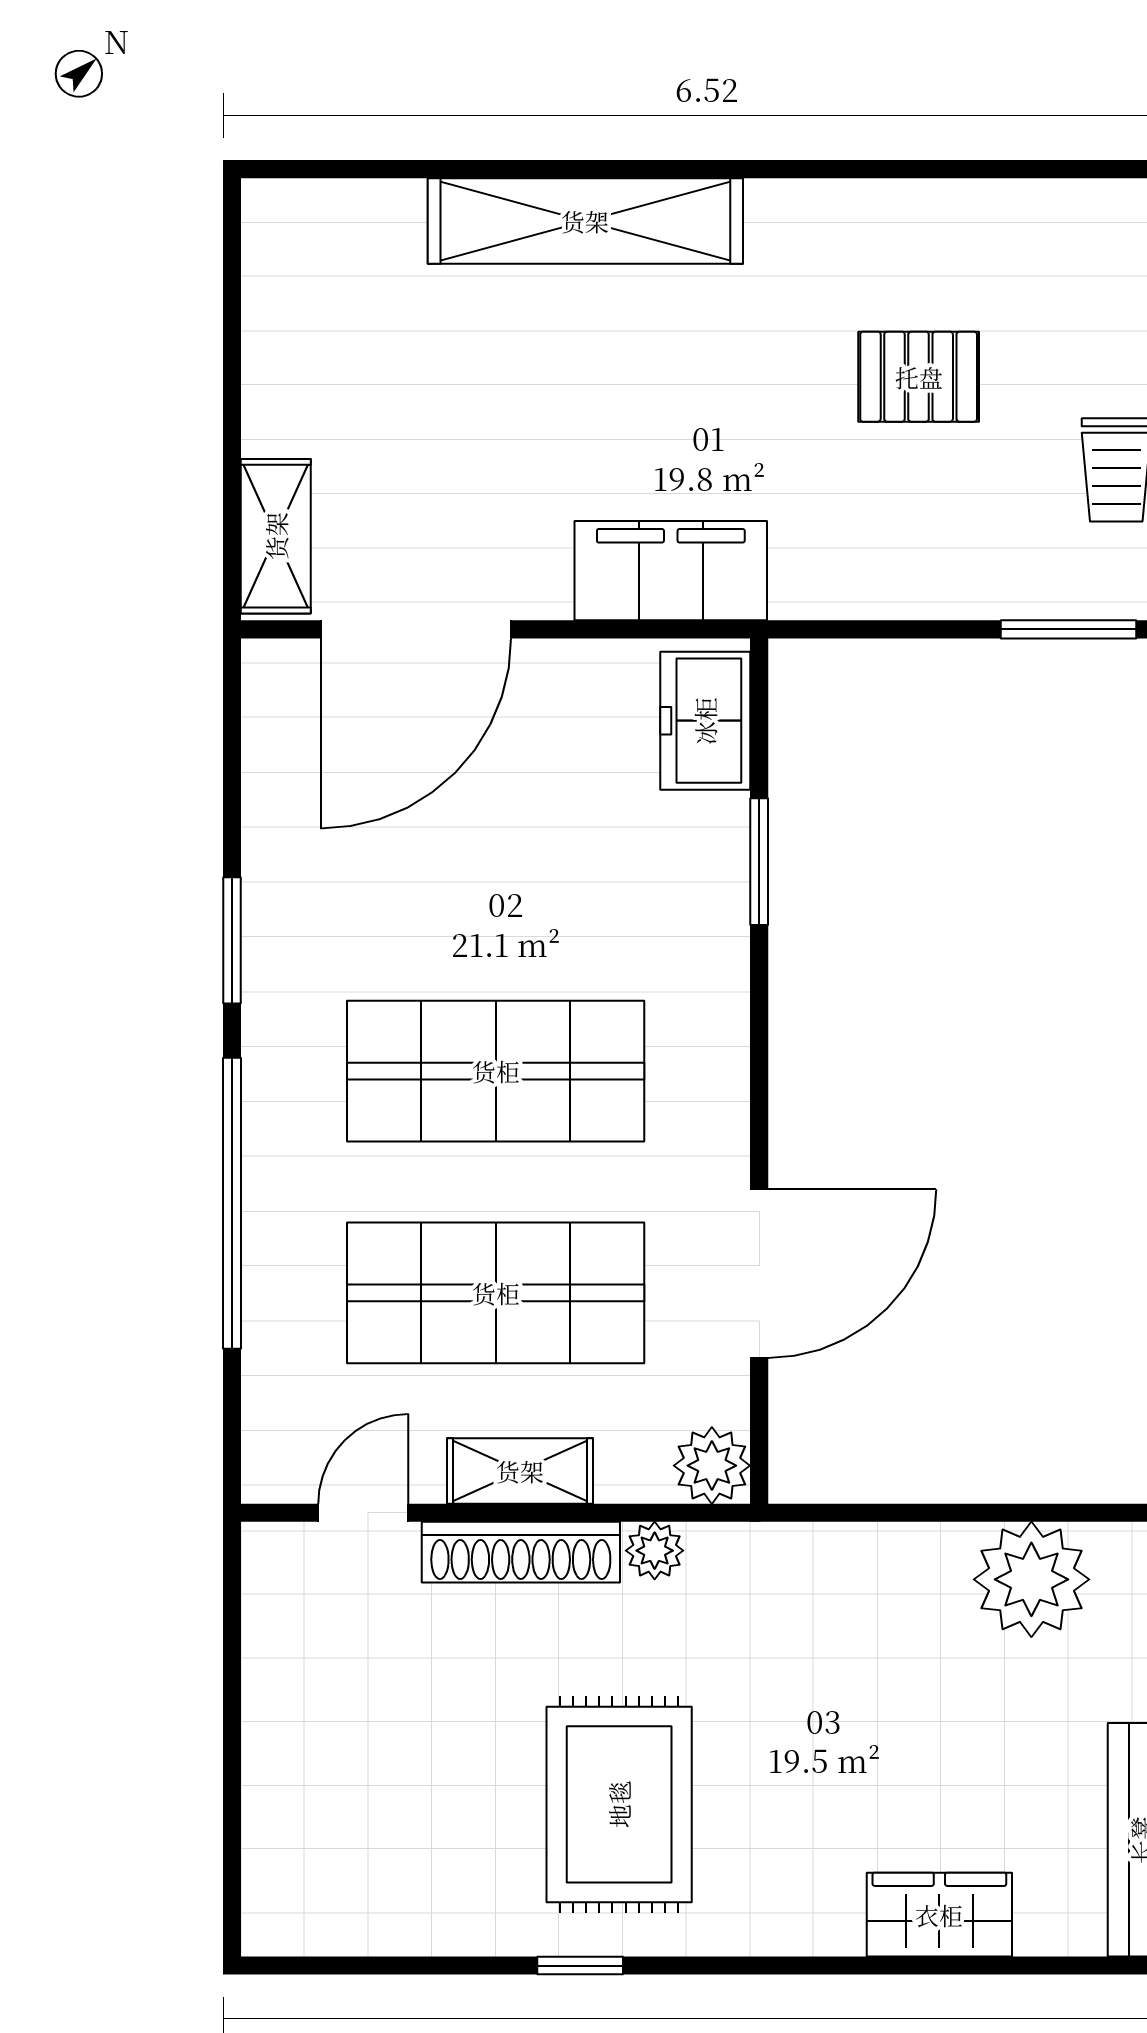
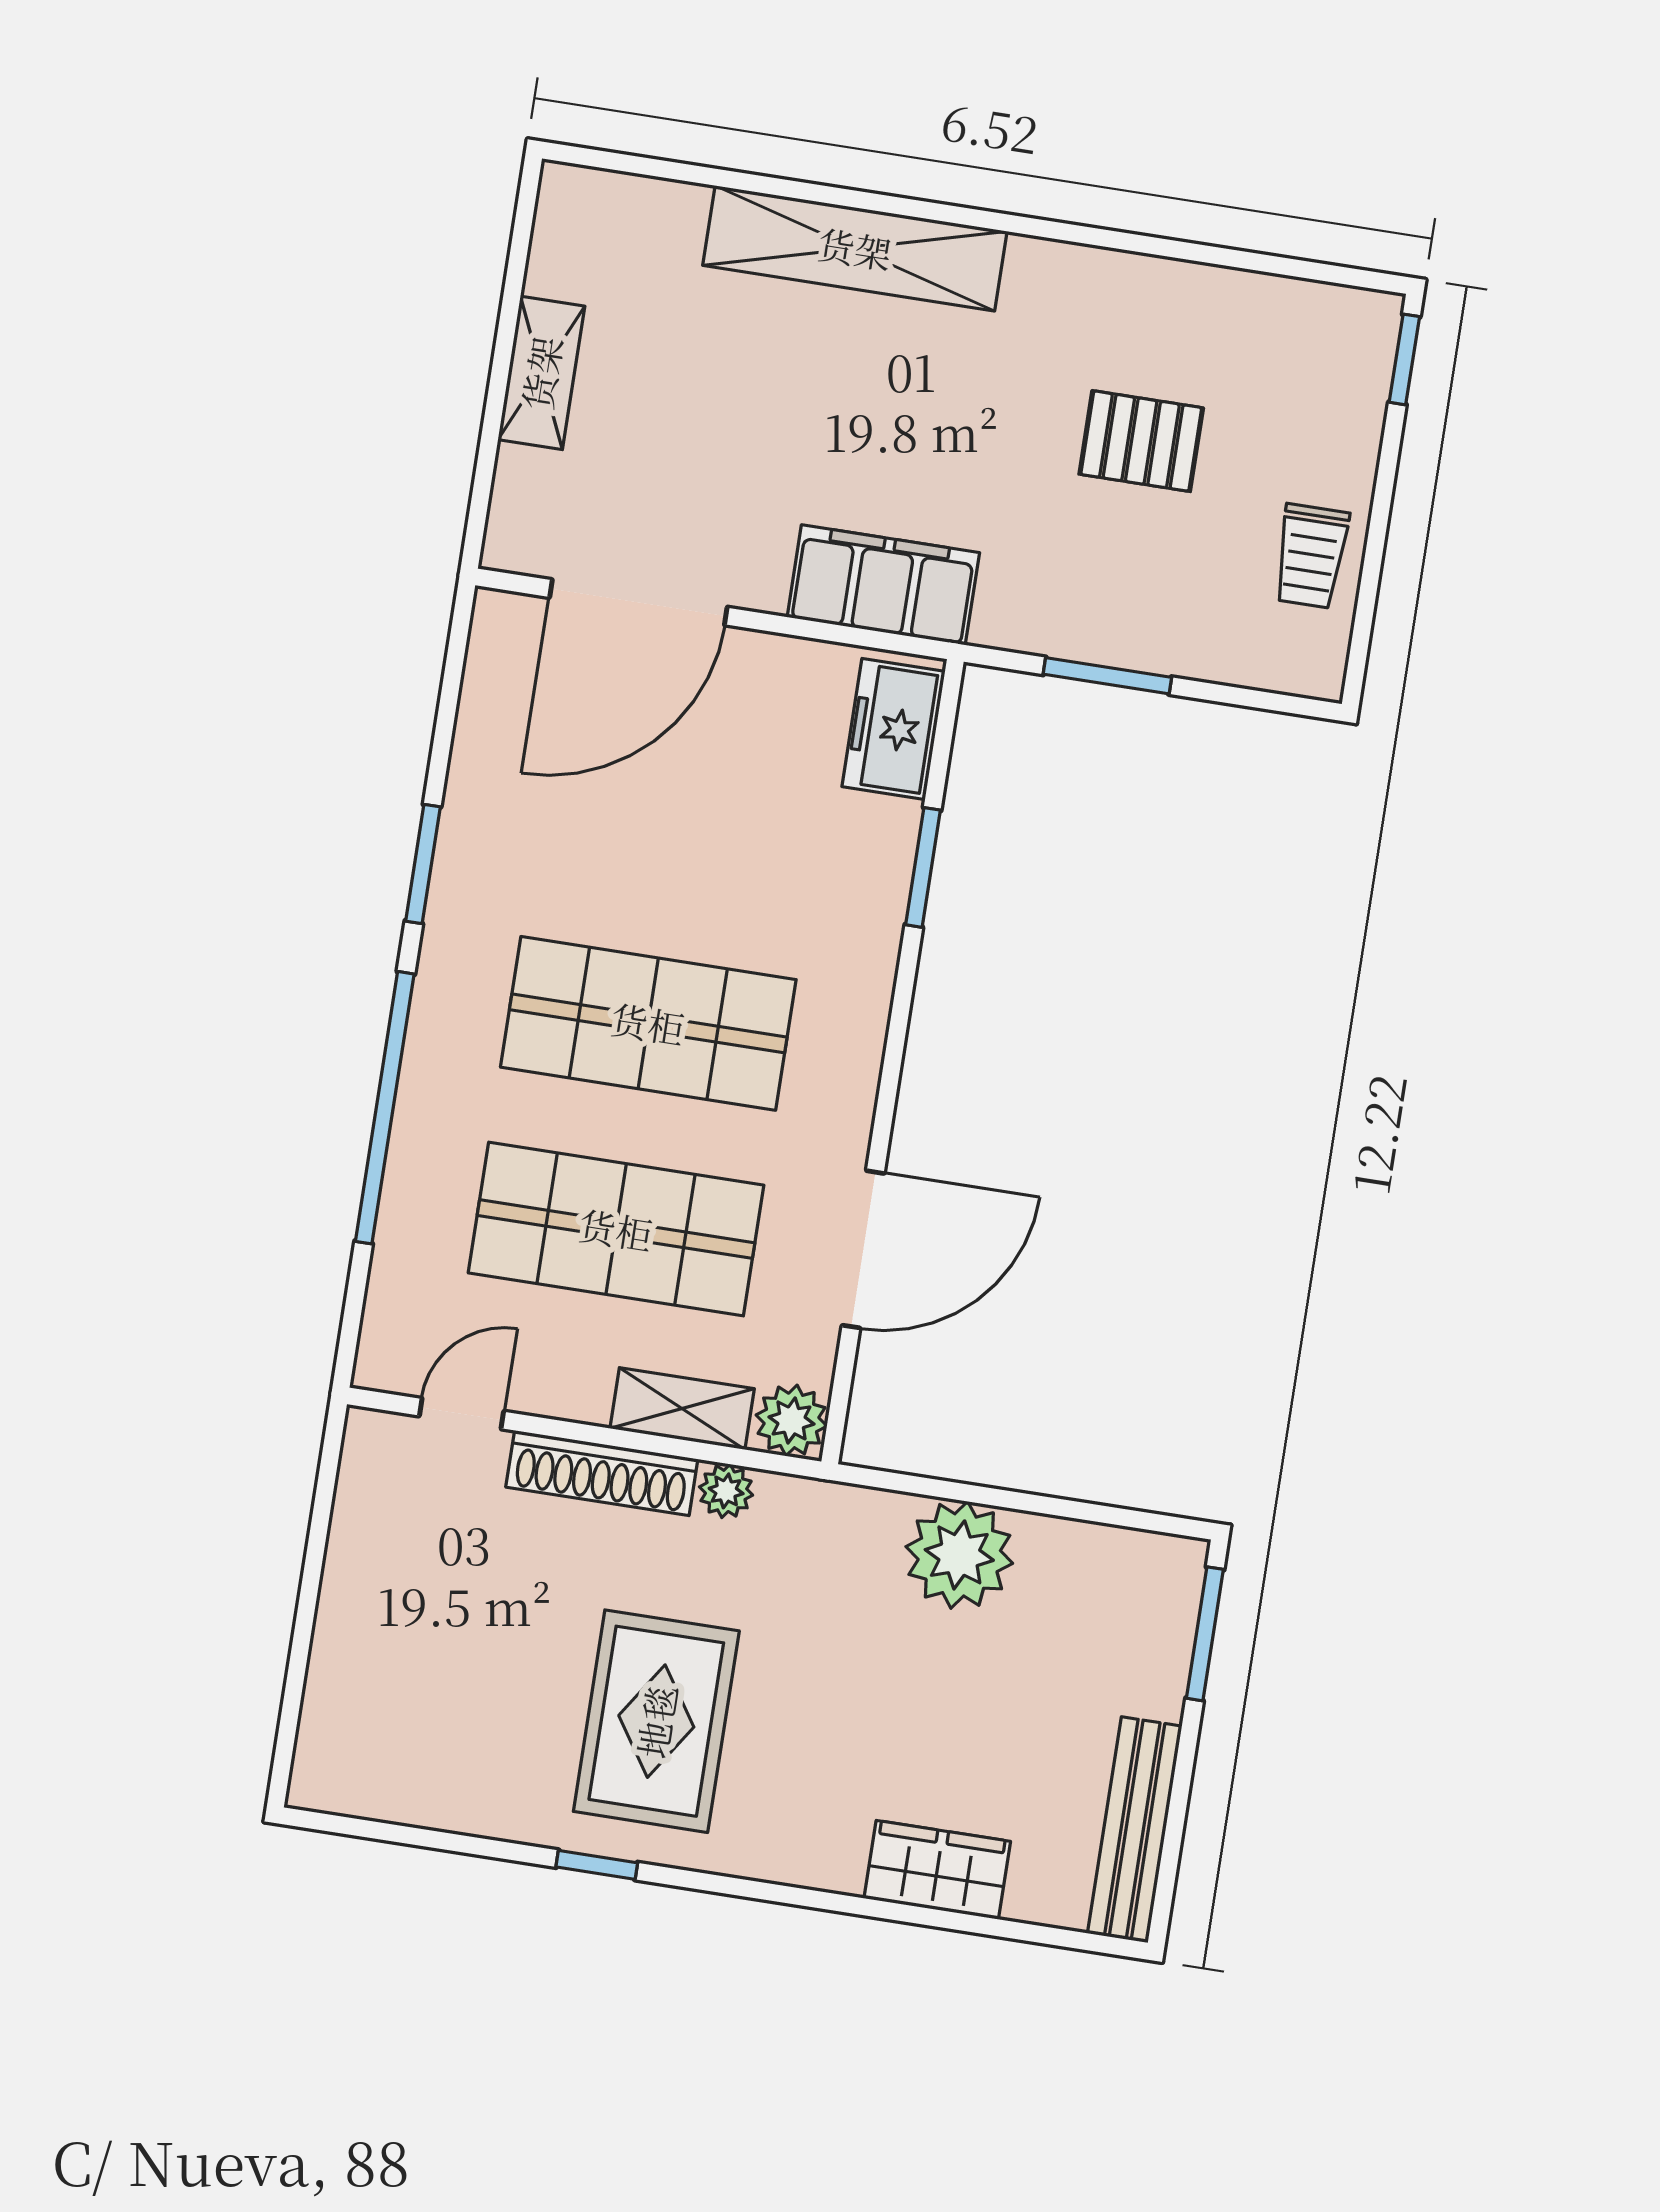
shelving: (276, 536) -> (541, 373), moved
window: (1068, 629) -> (1107, 676), moved
shelving: (520, 1471) -> (682, 1409), moved
plant: (1031, 1579) -> (959, 1555), moved

